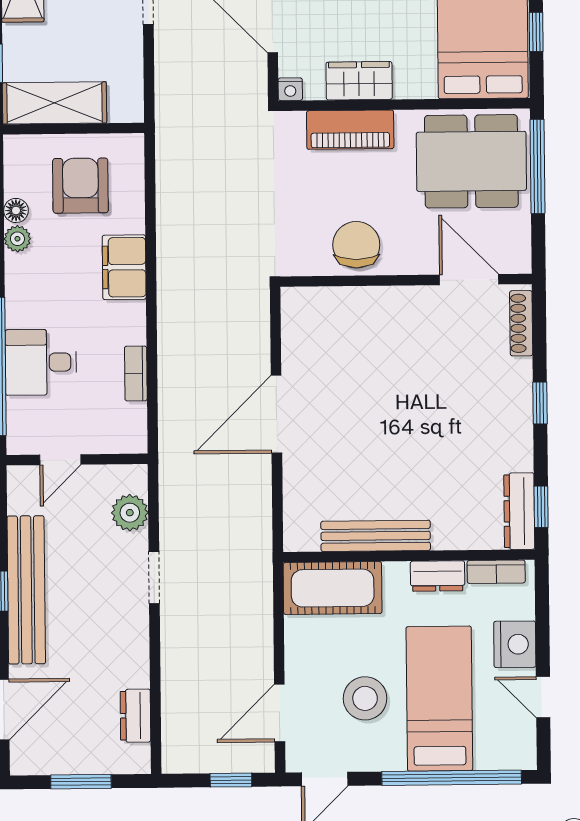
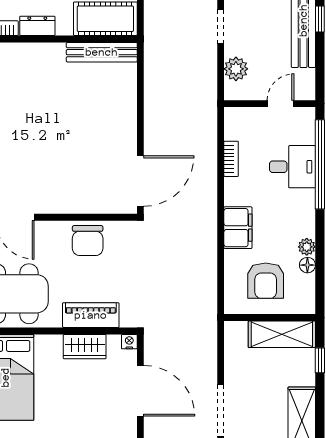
door: (276, 414) -> (140, 181), moved
bench: (376, 536) -> (102, 52), moved

